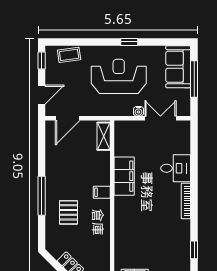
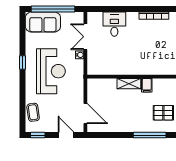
reception desk: (119, 76) -> (51, 71), turned 180
window: (194, 79) -> (53, 9), width x1.46
shelving: (104, 136) -> (129, 84), moved
desk: (176, 168) -> (114, 24), moved
filing cabinet: (124, 176) -> (133, 67), removed

